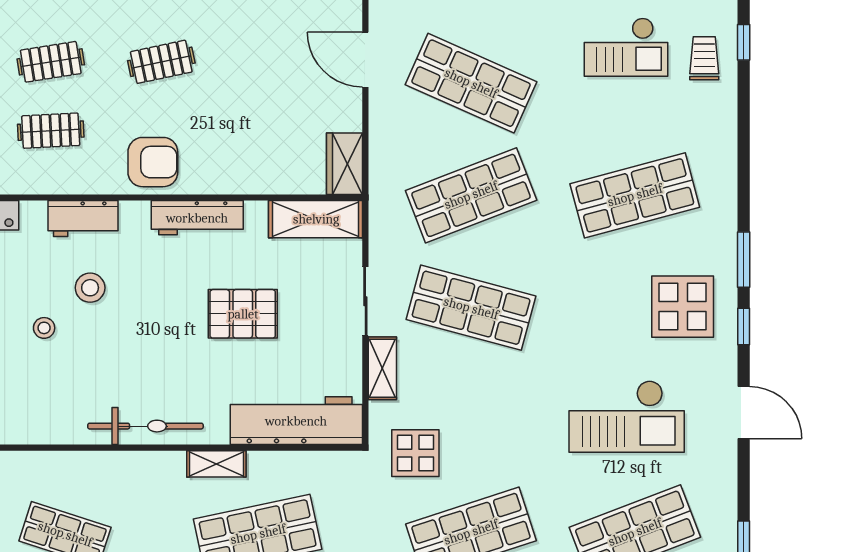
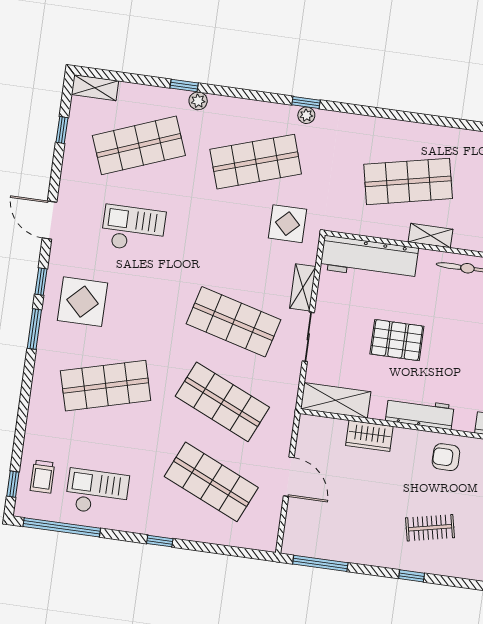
door: (365, 60) -> (289, 477), moved
armchair: (153, 162) -> (446, 457), width x0.72, depth x0.72
wardrobe: (344, 164) -> (369, 436), moved, turned 90
shop shelf: (471, 195) -> (222, 402), turned 45
checkout: (627, 416) -> (133, 229), width x0.73, depth x0.83

